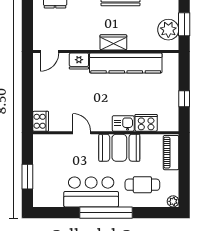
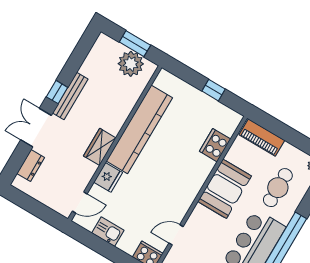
wardrobe: (113, 42) -> (100, 147), moved
door: (49, 51) -> (80, 202), hinge flipped
kitchen sink: (123, 123) -> (108, 232), moved, turned 90
door: (82, 133) -> (176, 235), moved

